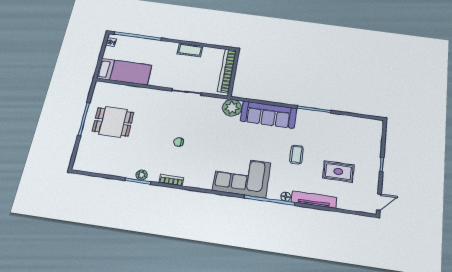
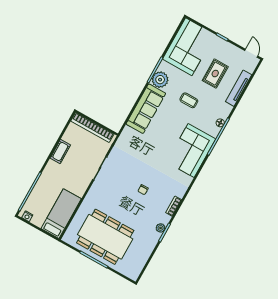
plant: (232, 108) -> (160, 80), moved
dining table: (113, 122) -> (105, 237), width x1.88, depth x1.24
corner sofa: (354, 134) -> (189, 47), added
tv unit: (314, 200) -> (239, 88), moved

